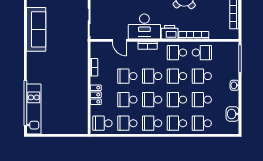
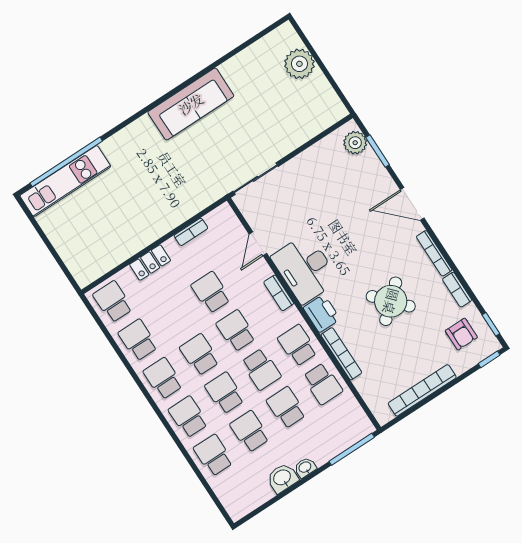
school desk: (177, 76) -> (261, 369), turned 180
school desk: (127, 100) -> (174, 316), removed
washbasin: (232, 114) -> (282, 478), moved

